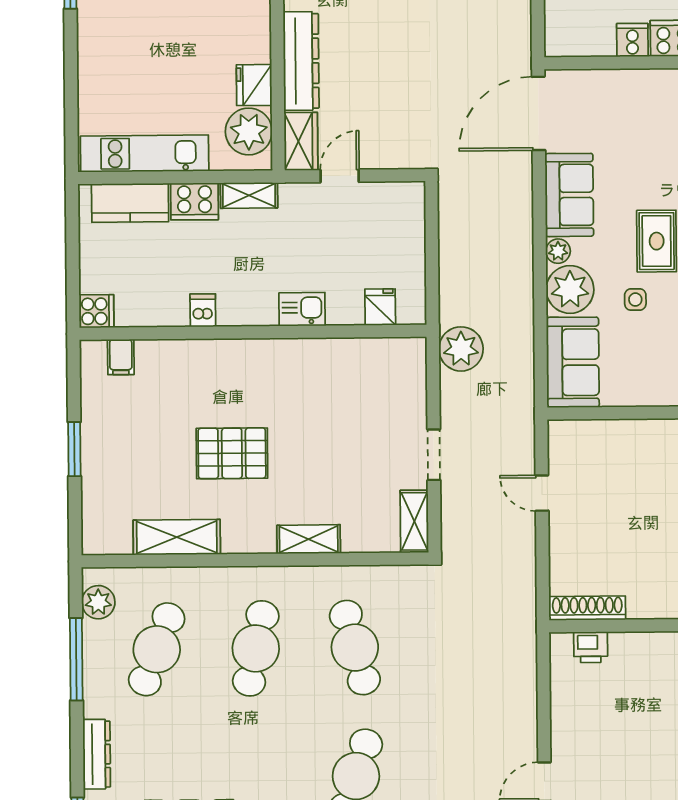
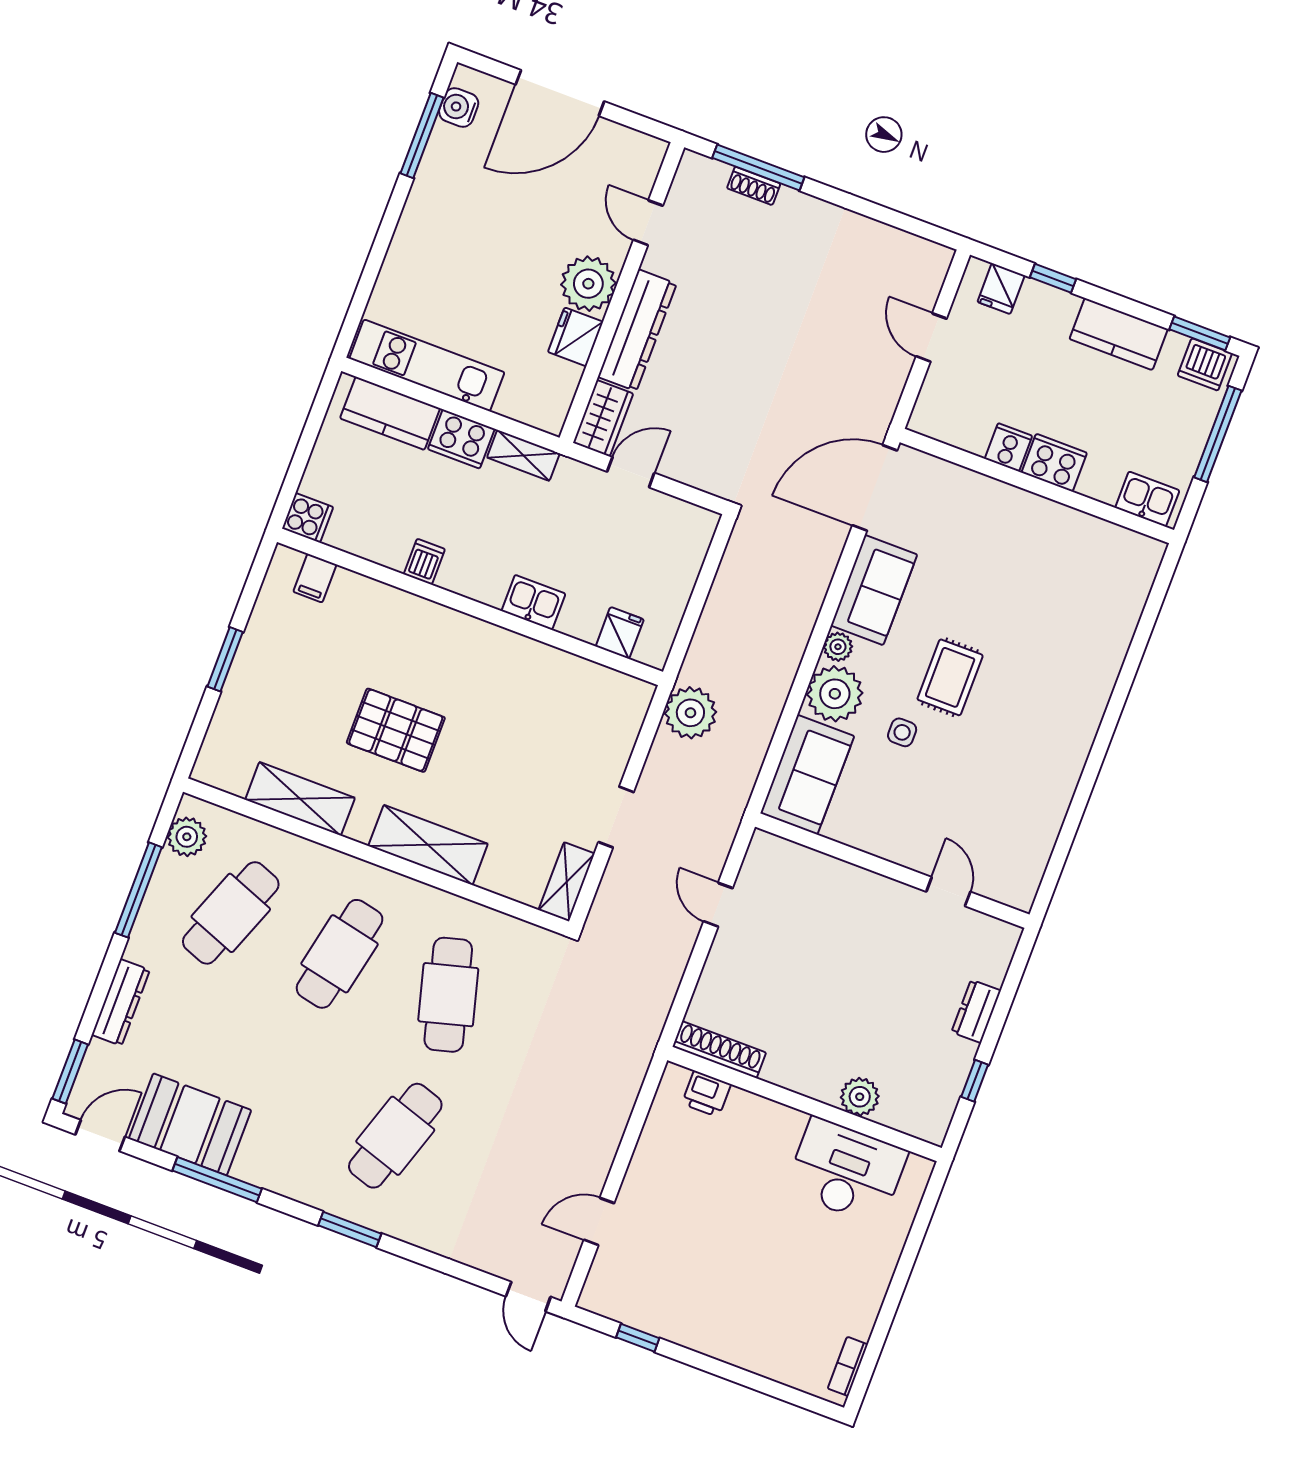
plant: (249, 131) -> (588, 284), moved
shelving: (309, 539) -> (428, 845), width x1.50, depth x1.33

